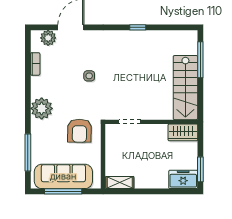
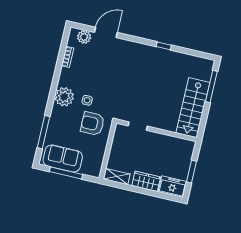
side table: (89, 76) -> (87, 100), moved
armchair: (79, 131) -> (92, 124), turned 89
wardrobe: (183, 132) -> (146, 181), moved, turned 180
window: (200, 169) -> (192, 172), moved
sofa: (63, 176) -> (63, 158), width x0.73

